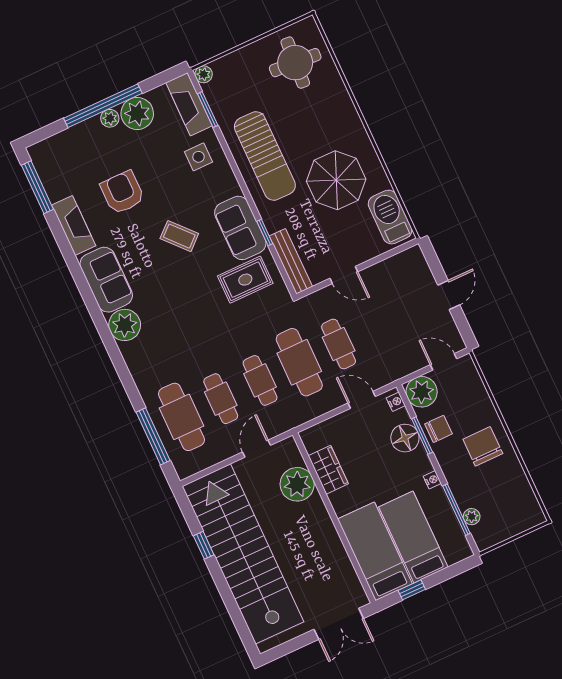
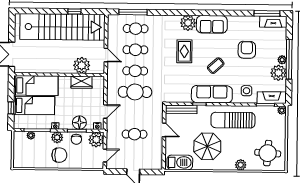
plant: (341, 102) -> (241, 165), added
armchair: (122, 192) -> (247, 50), turned -90
fireplace: (74, 225) -> (273, 22), moved
sofa: (240, 228) -> (212, 94), width x1.36
door: (344, 275) -> (164, 130), swing flipped
rug: (245, 280) -> (184, 51), moved
cafe table: (339, 344) -> (135, 134), moved
cafe table: (182, 417) -> (136, 29), width x0.73, depth x0.74
plant: (452, 466) -> (57, 137), added
window: (412, 590) -> (11, 108), moved

